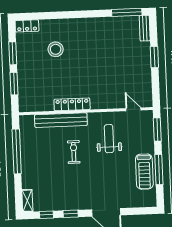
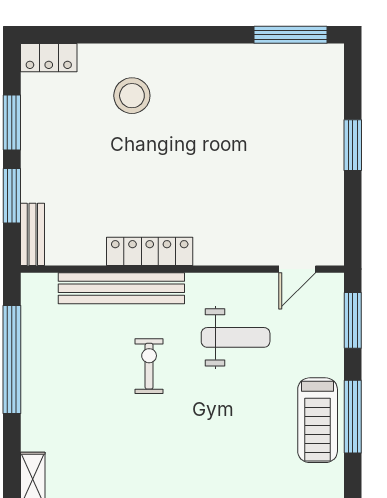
bench: (145, 28) -> (32, 234), moved
stool: (56, 49) -> (132, 96), moved
door: (133, 109) -> (297, 269), swing flipped
weight bench: (109, 139) -> (236, 337), turned 90

